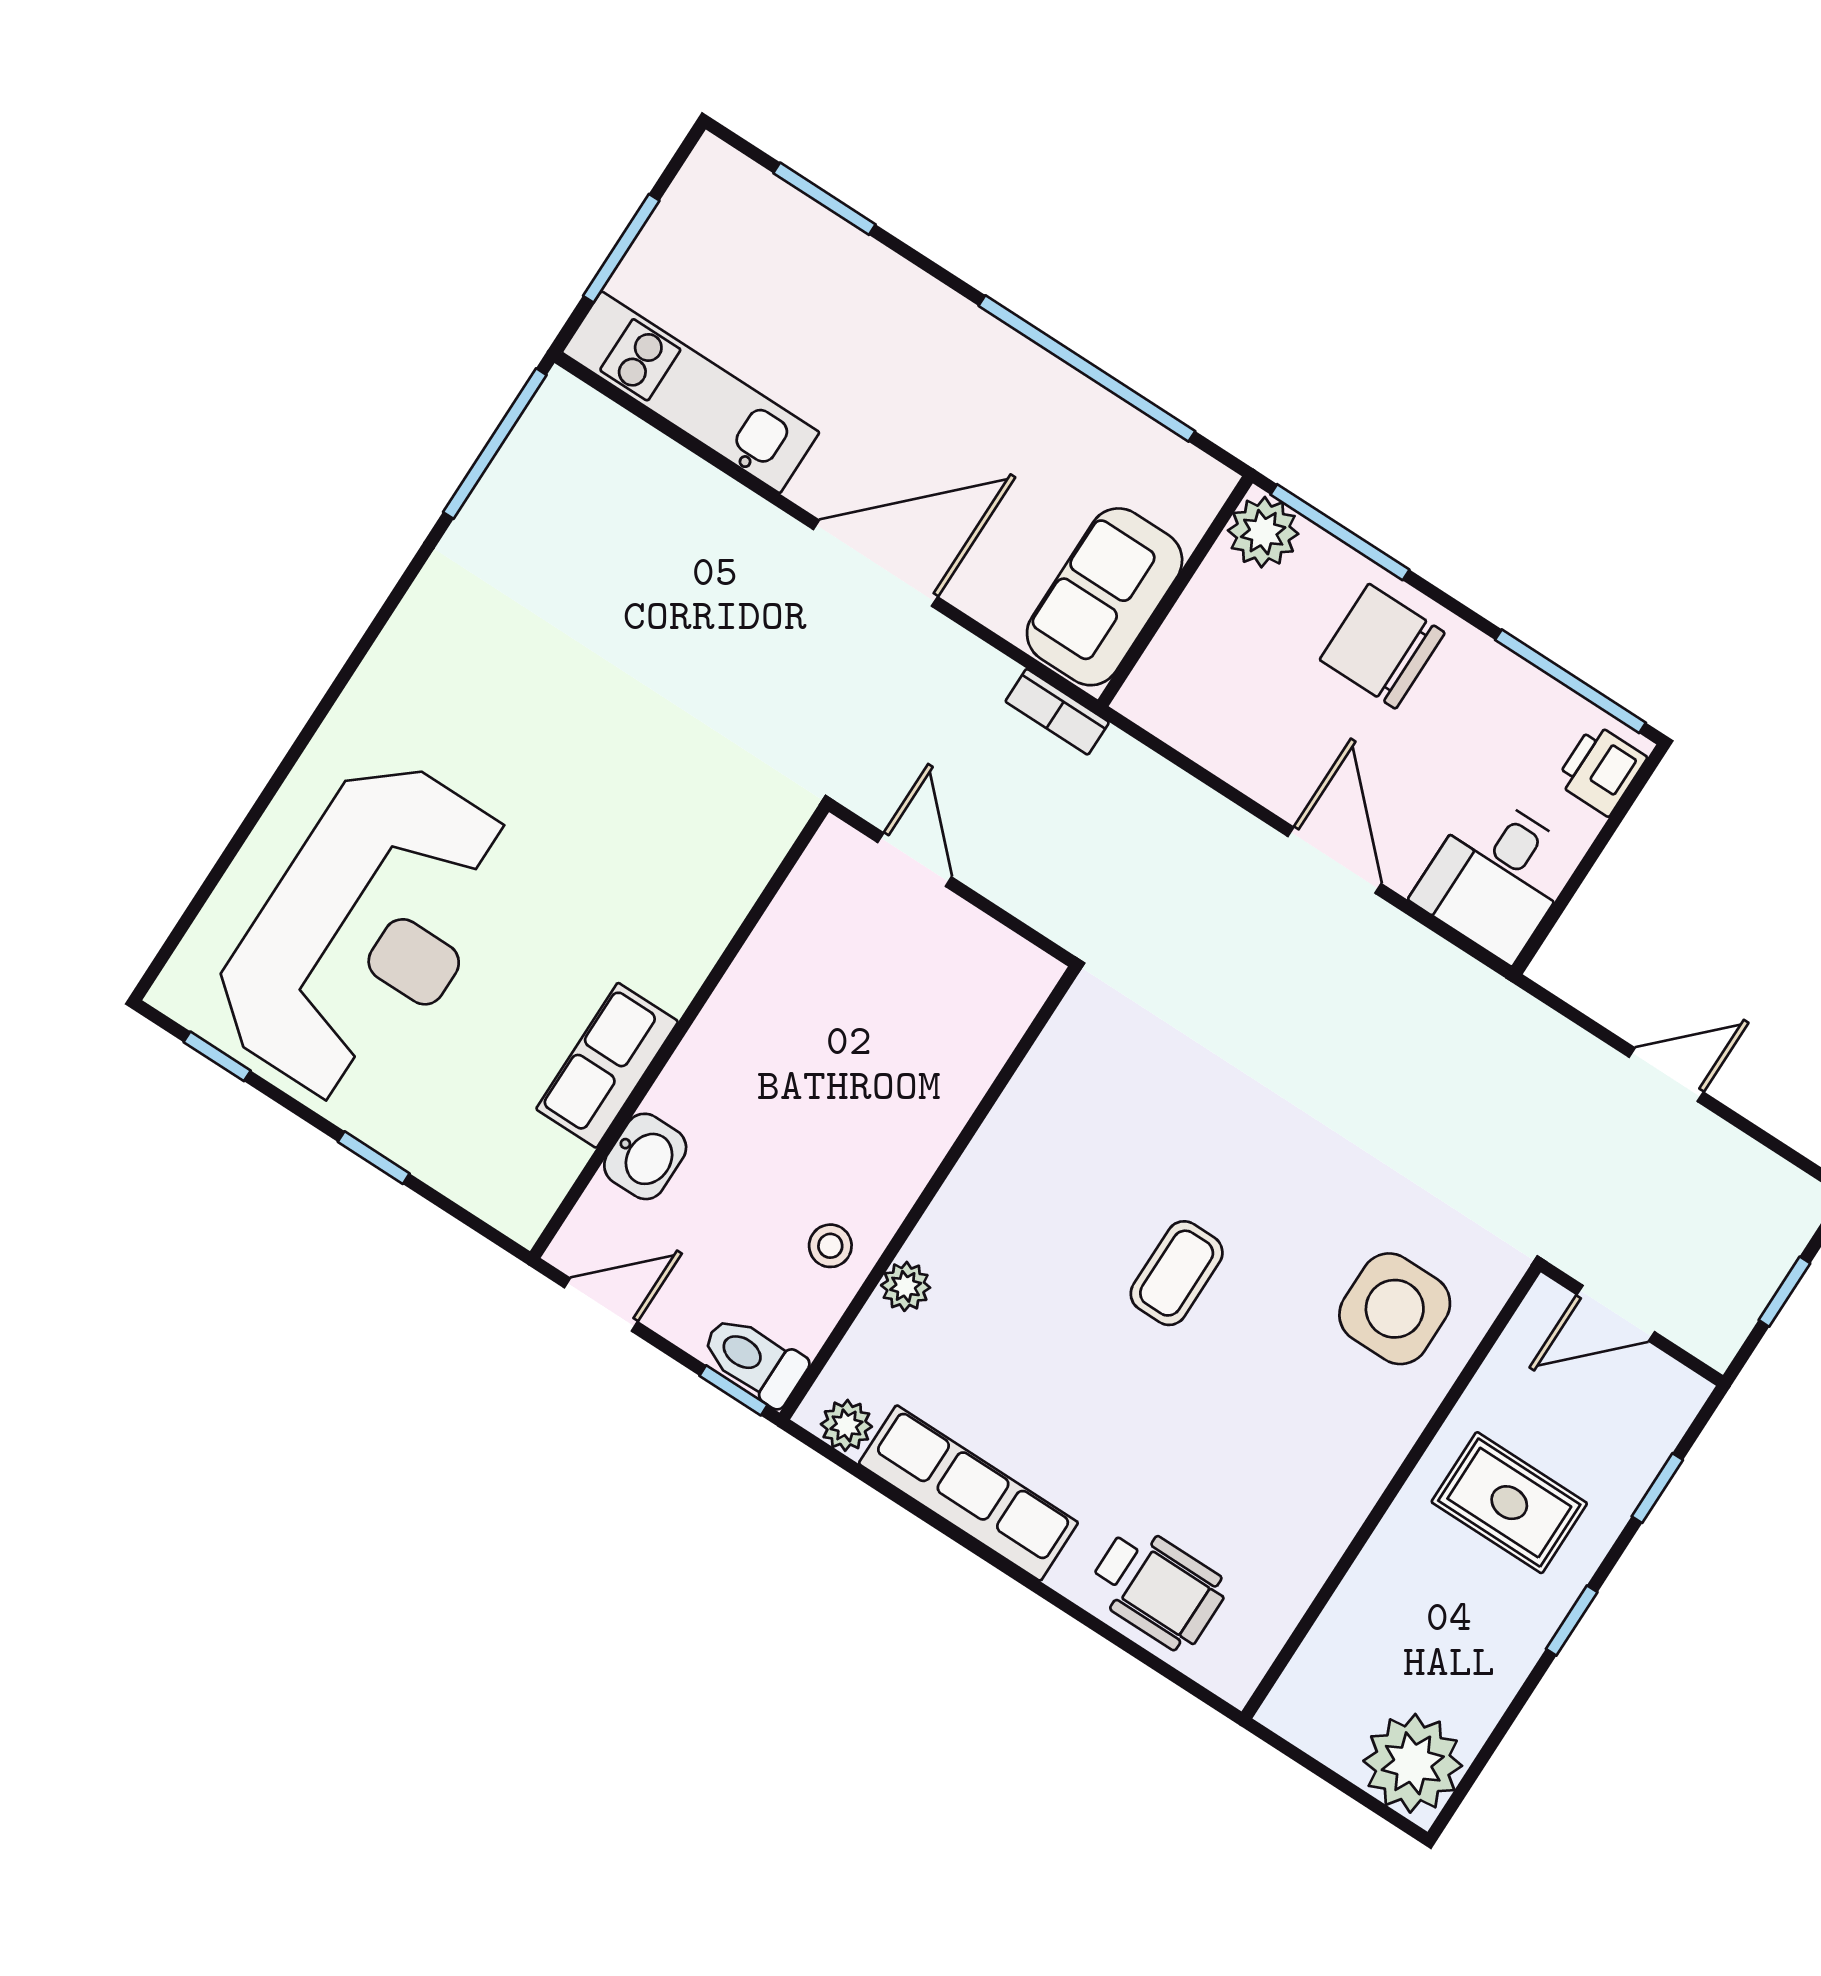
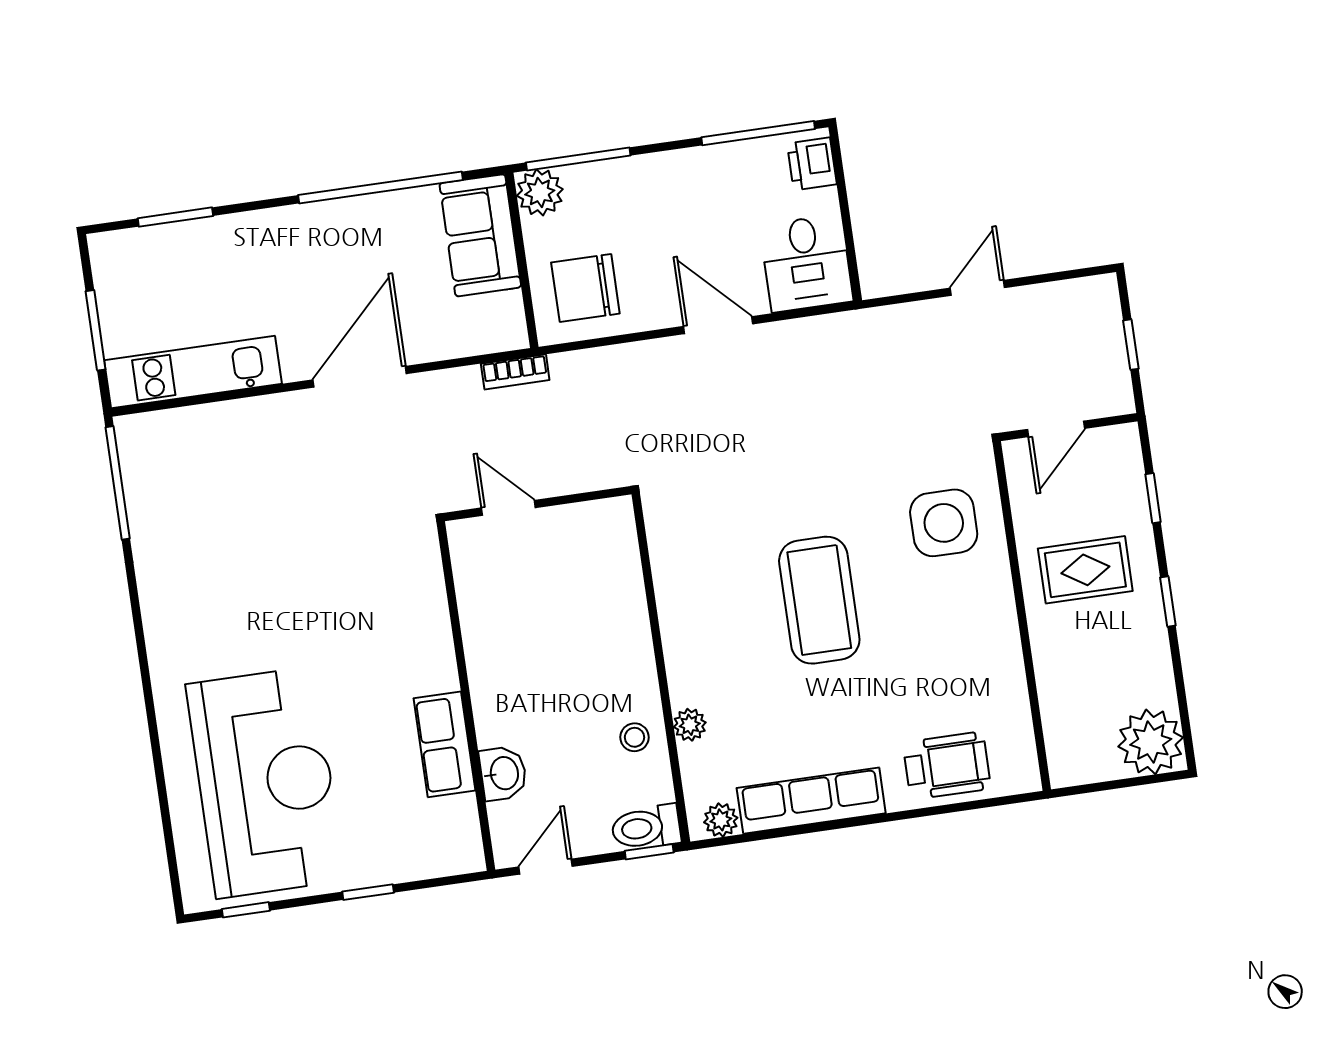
sofa: (1105, 597) -> (480, 235), moved
chair: (1382, 646) -> (585, 288), moved
coffee table: (1177, 1273) -> (819, 600), width x1.86, depth x1.72

